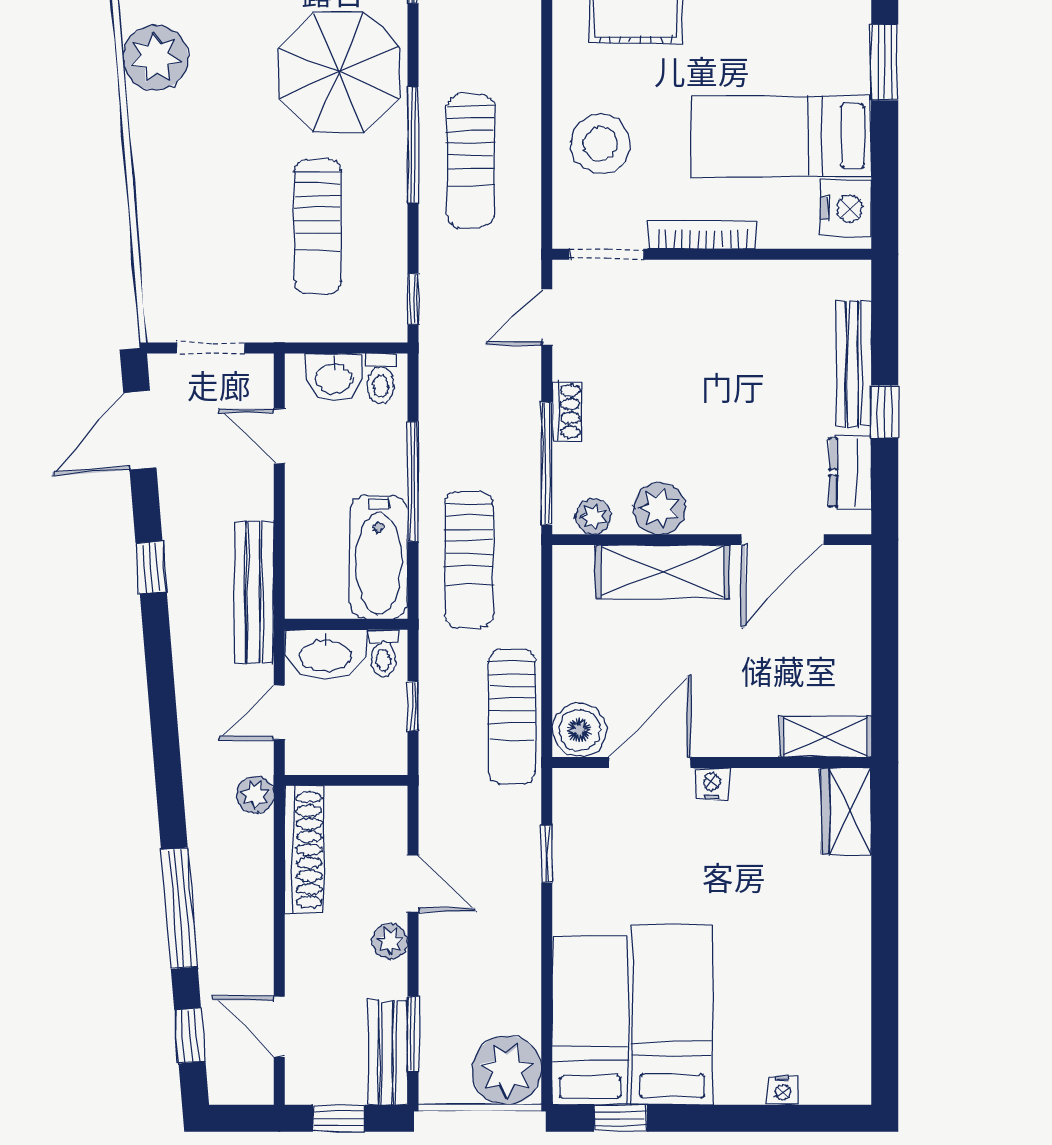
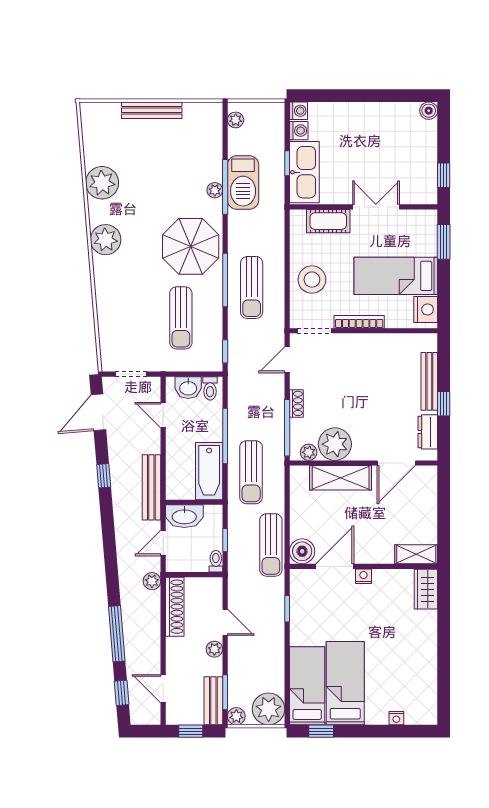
plant: (659, 508) -> (335, 444), width x1.36, depth x1.36
toilet: (384, 653) -> (216, 561), moved, turned 180
plant: (437, 1086) -> (236, 716), added

